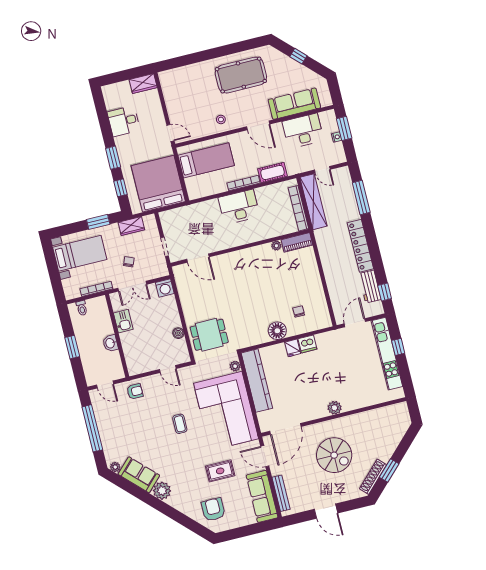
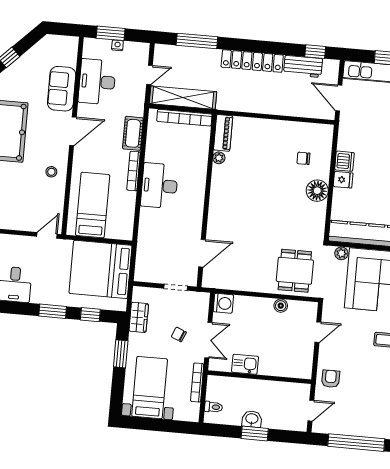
sofa: (294, 104) -> (62, 89), width x0.73
washbasin: (110, 343) -> (252, 419), moved, turned 180

